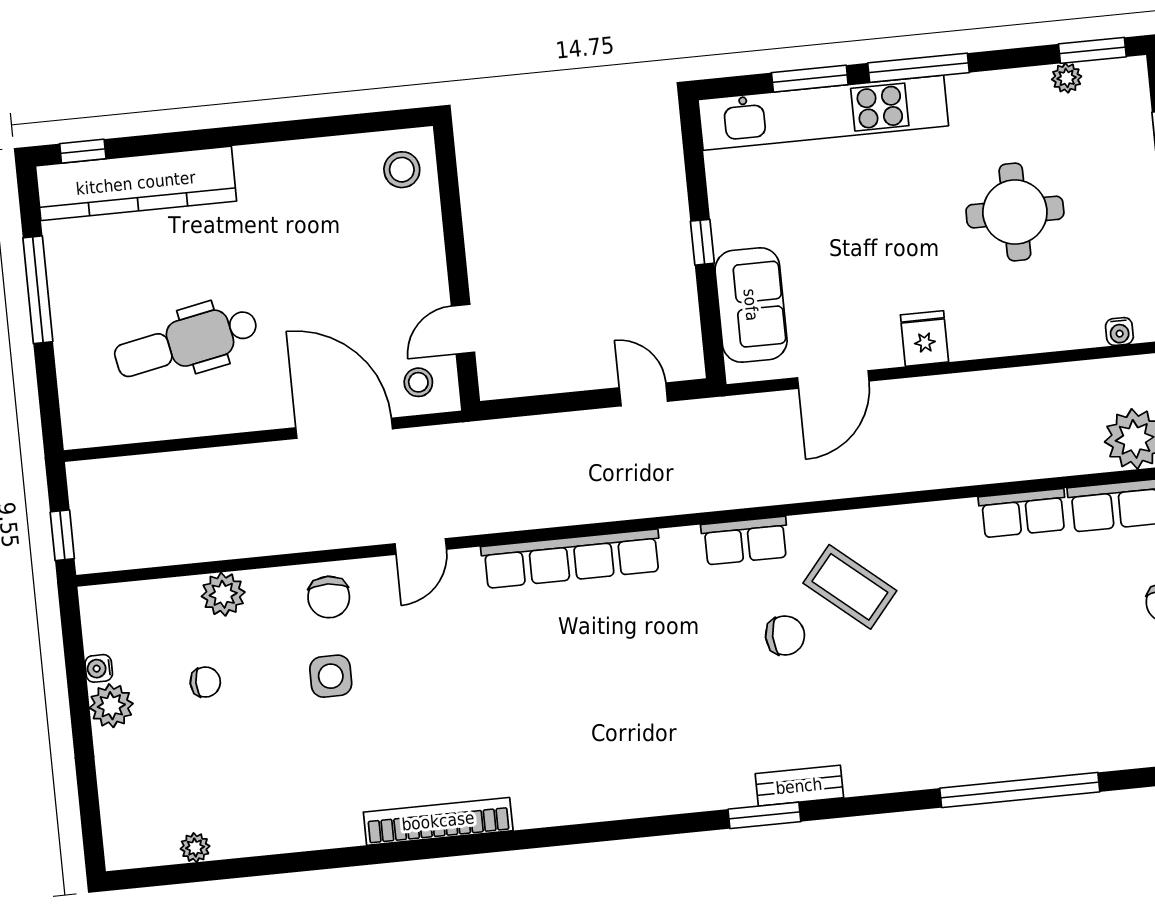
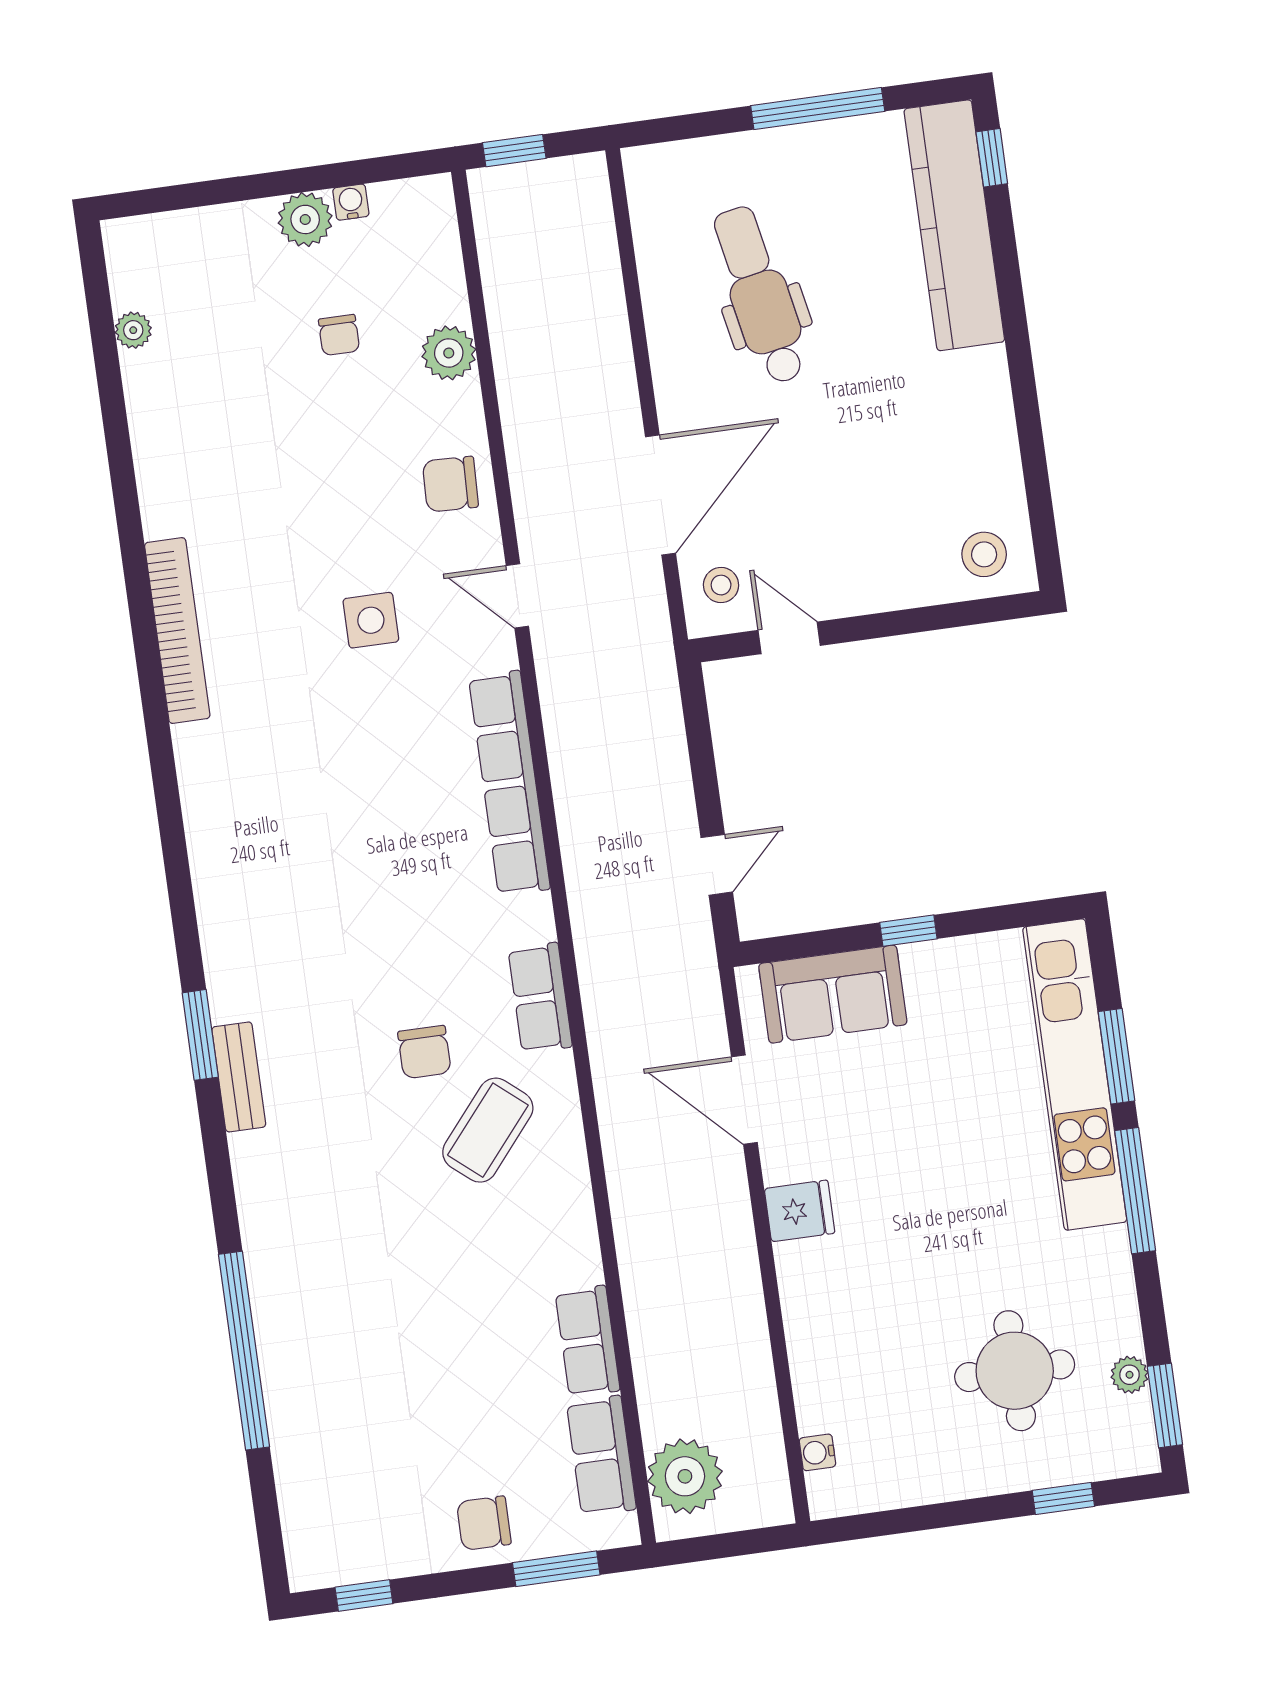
round table: (1015, 212) -> (1015, 1371), moved
side table: (331, 676) -> (371, 620), moved

